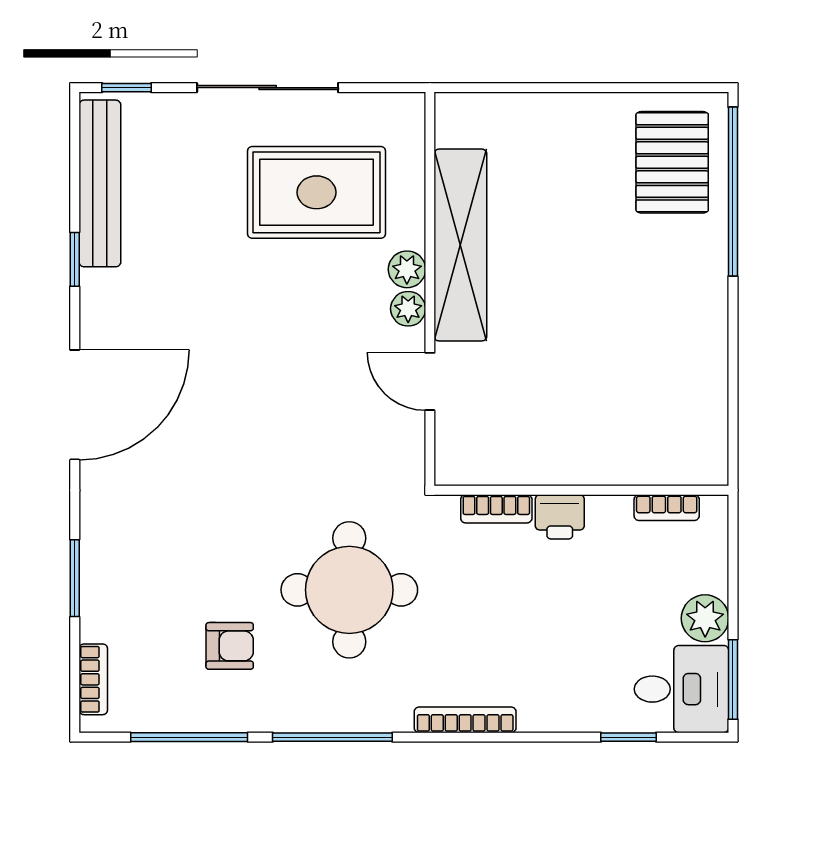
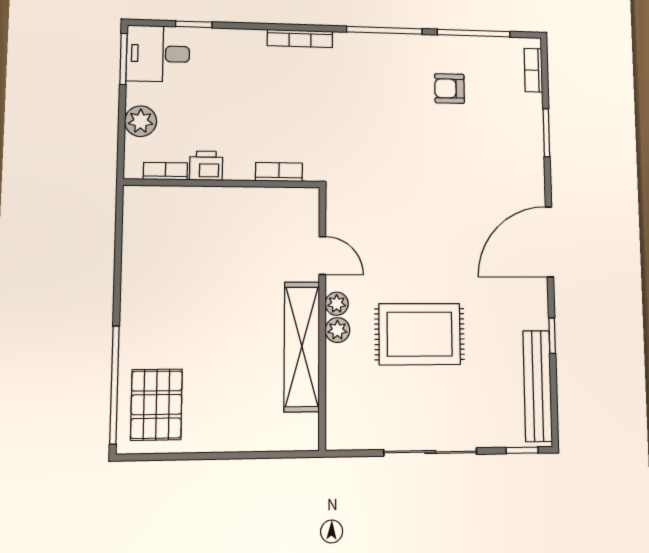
rug: (317, 192) -> (420, 334), moved
printer: (560, 517) -> (206, 166), moved
round table: (349, 590) -> (374, 122), removed
plant: (705, 618) -> (141, 121), moved

